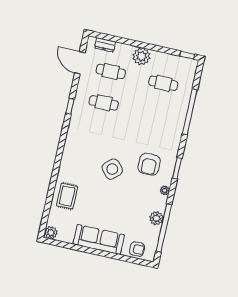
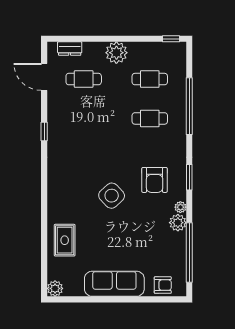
cafe table: (104, 103) -> (150, 118), moved
plant: (156, 218) -> (178, 223), moved

